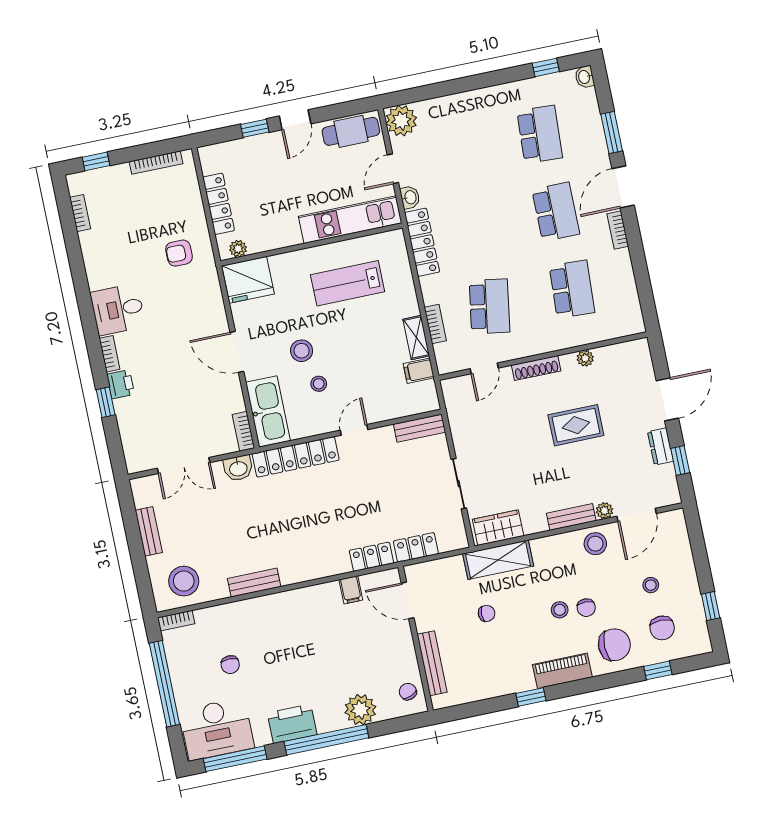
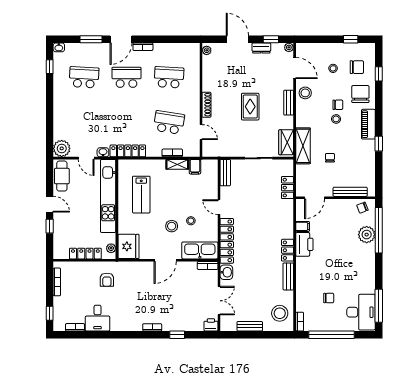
door: (623, 187) -> (121, 39), hinge flipped
kitchen unit: (350, 220) -> (108, 196), width x1.36
desk: (118, 309) -> (98, 318), moved
plant: (585, 358) -> (207, 50), moved
printer: (121, 384) -> (211, 325), moved
rug: (576, 425) -> (250, 107), moved
plant: (604, 511) -> (289, 47), moved
locker: (371, 557) -> (288, 250), moved
printer: (292, 724) -> (304, 244), moved, turned 180
window: (326, 740) -> (379, 230), moved

